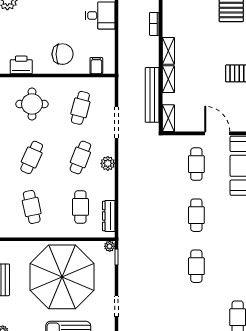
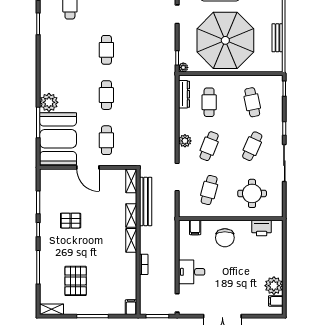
chair: (63, 54) -> (225, 238), turned -90

